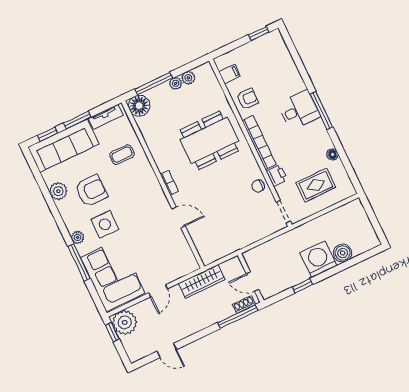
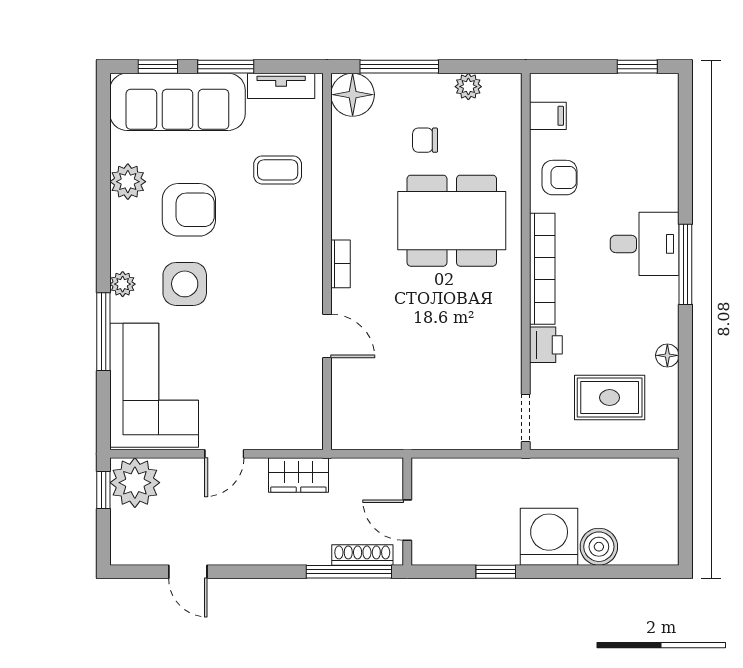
plant: (176, 83) -> (440, 86), removed
chair: (258, 186) -> (425, 140), moved
wardrobe: (202, 281) -> (298, 475), width x0.67
shoe rack: (244, 304) -> (362, 555), width x1.43

